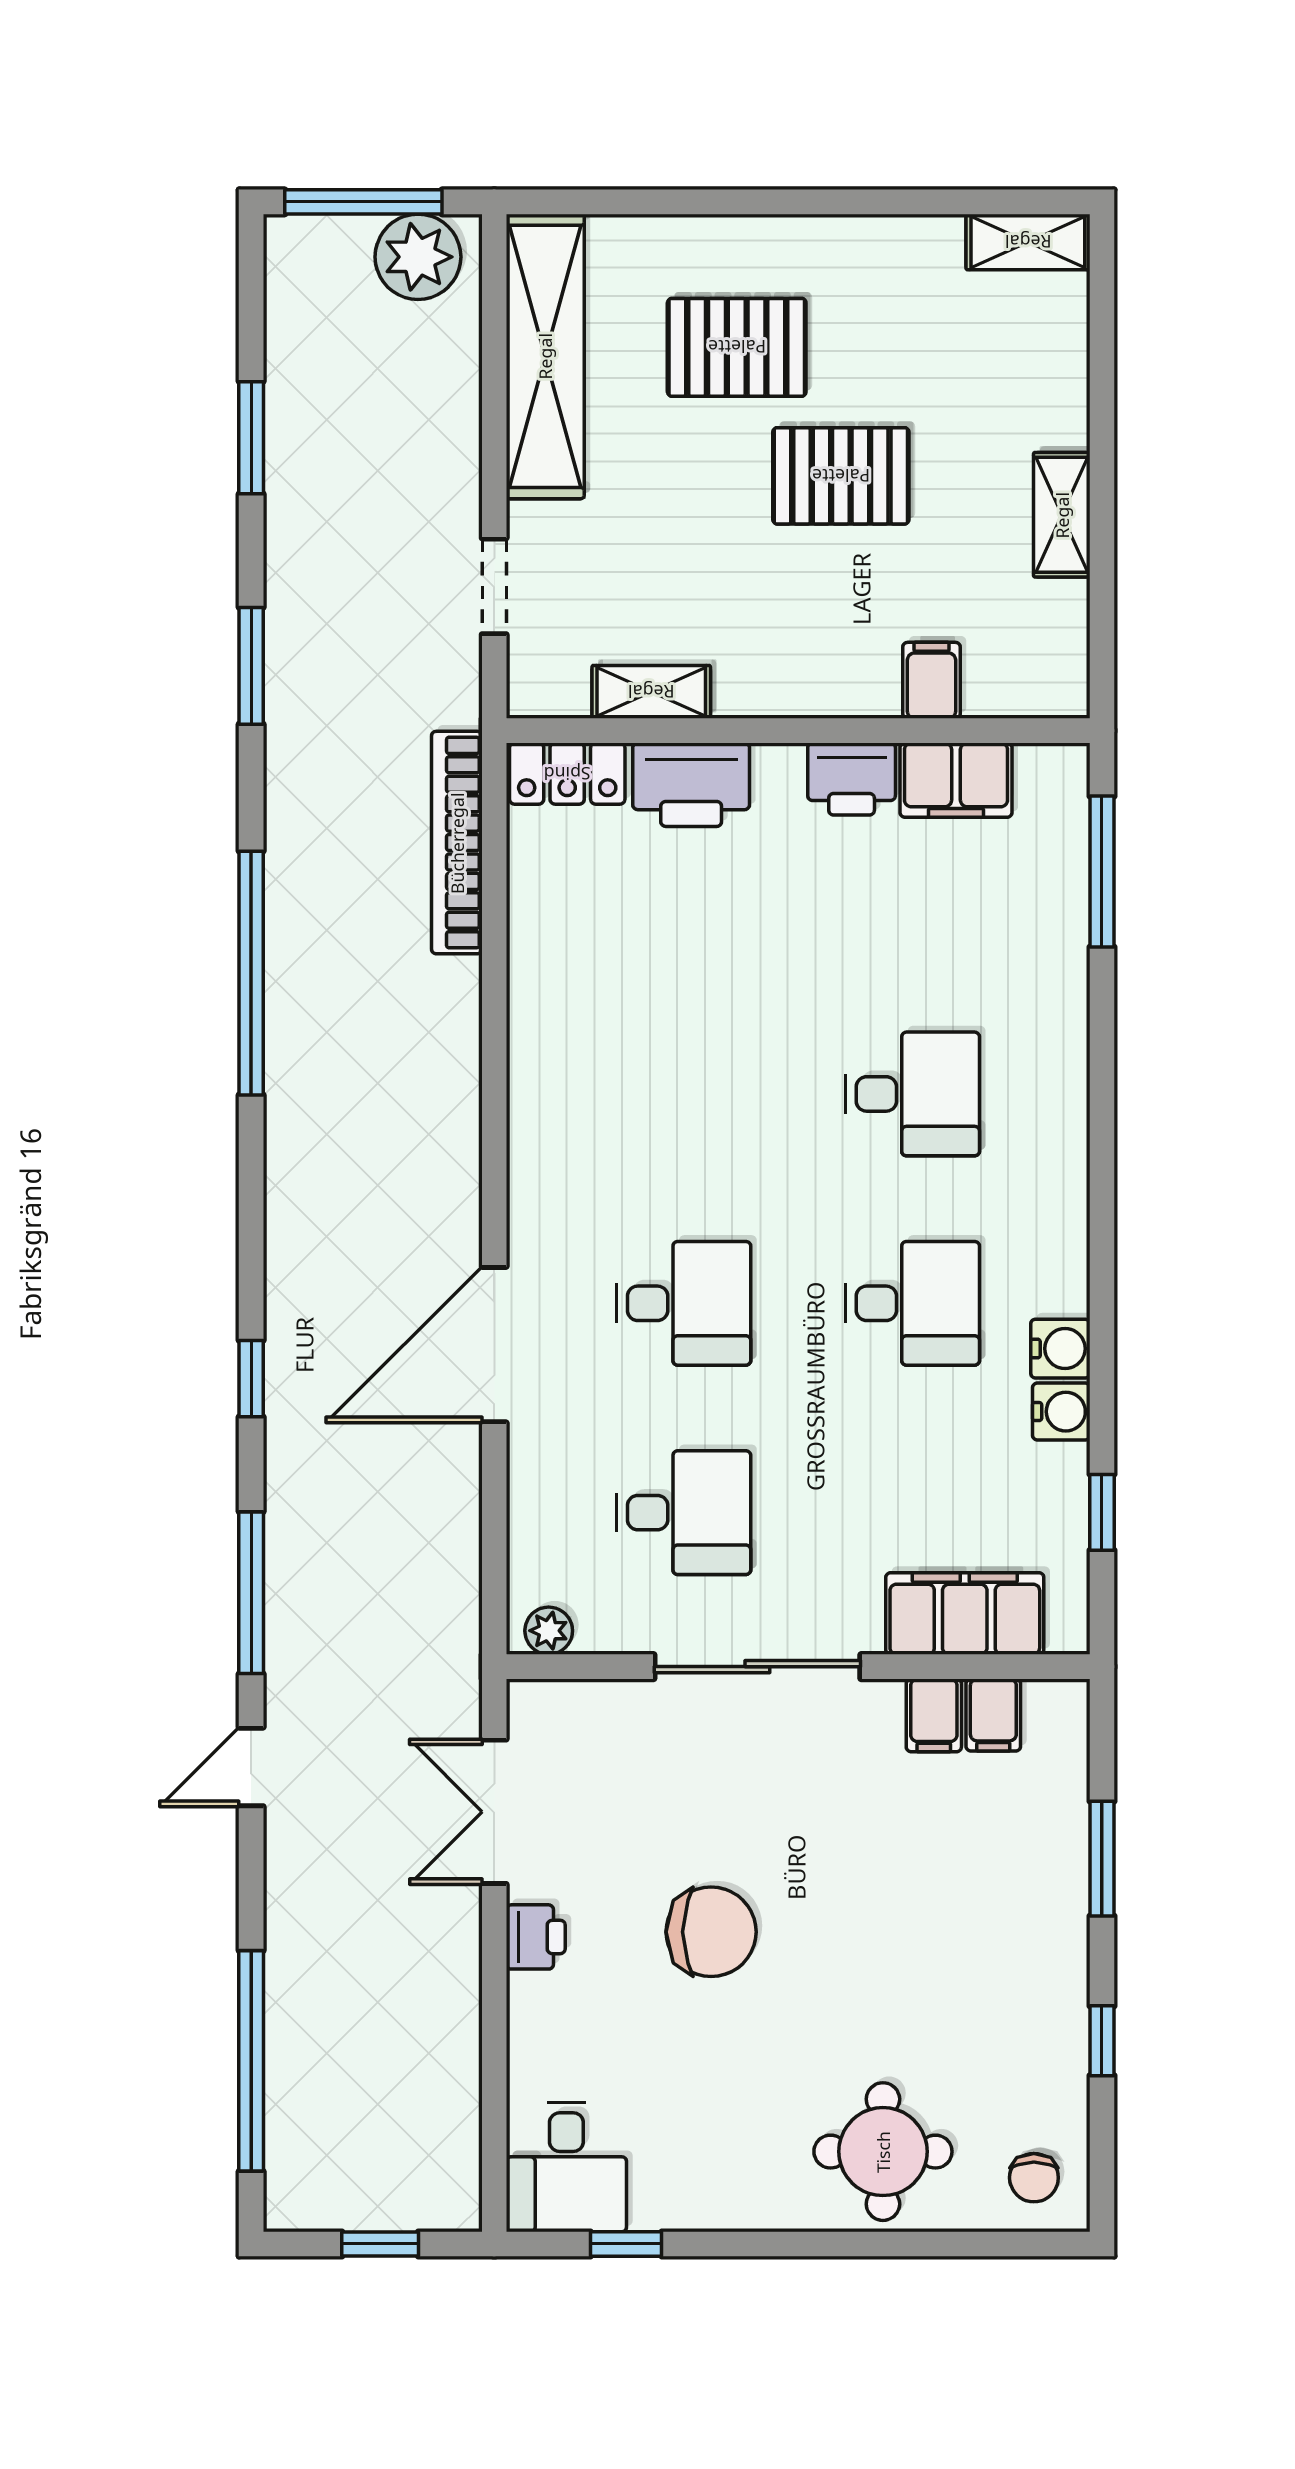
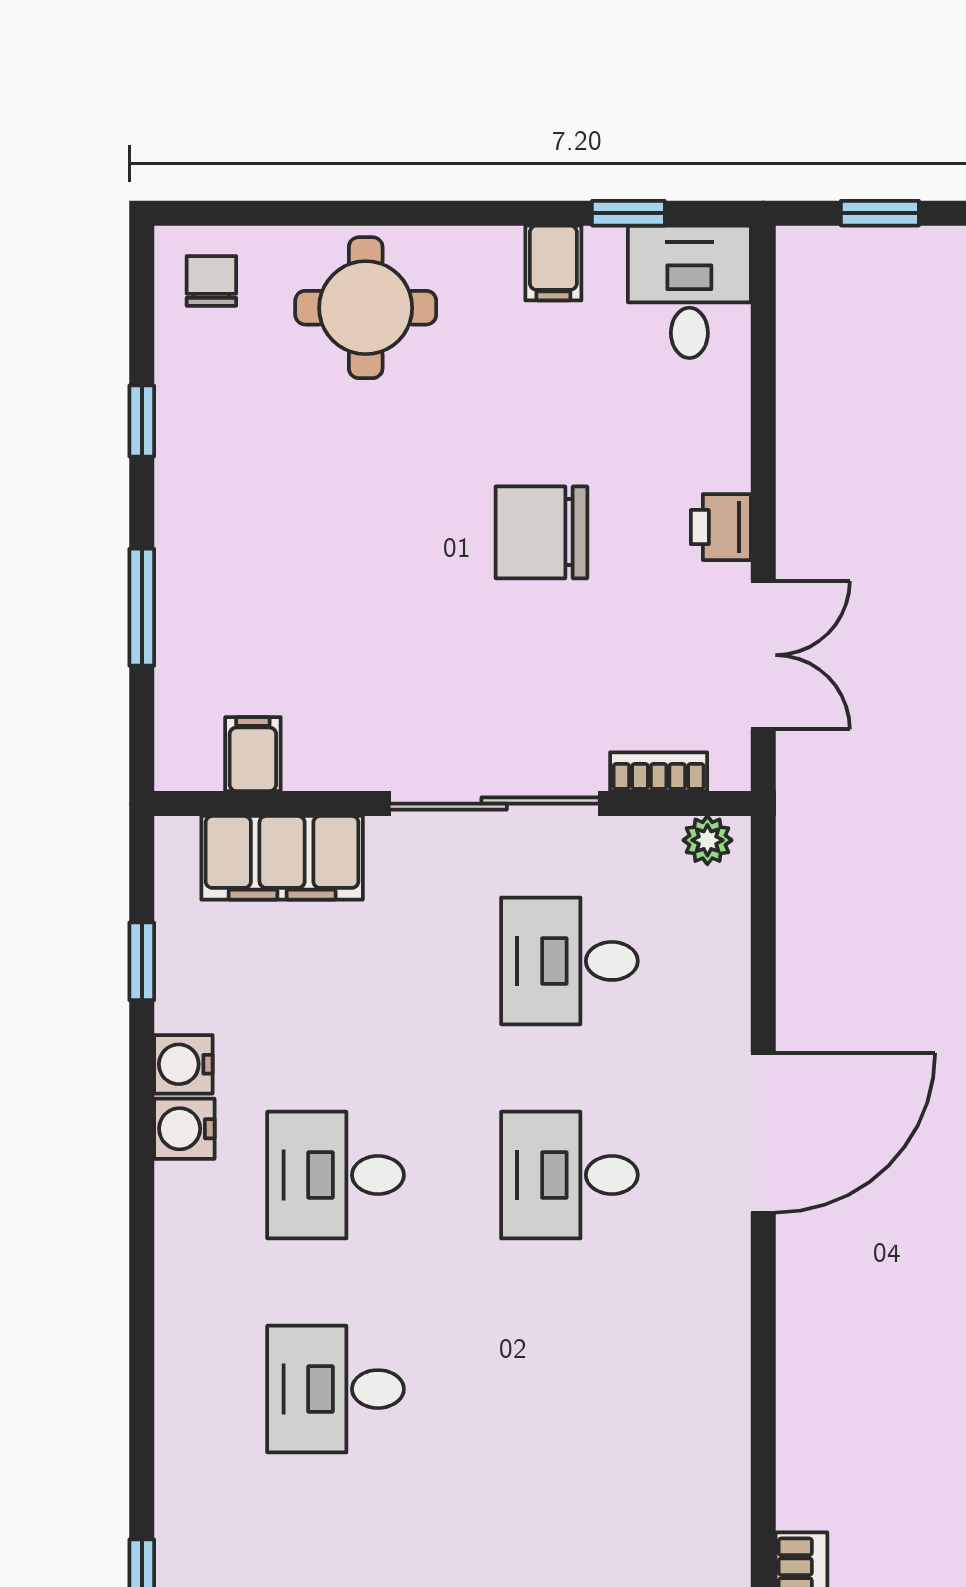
bookcase: (596, 1698) -> (659, 772), added
filing cabinet: (934, 1715) -> (553, 263), moved, turned 180

